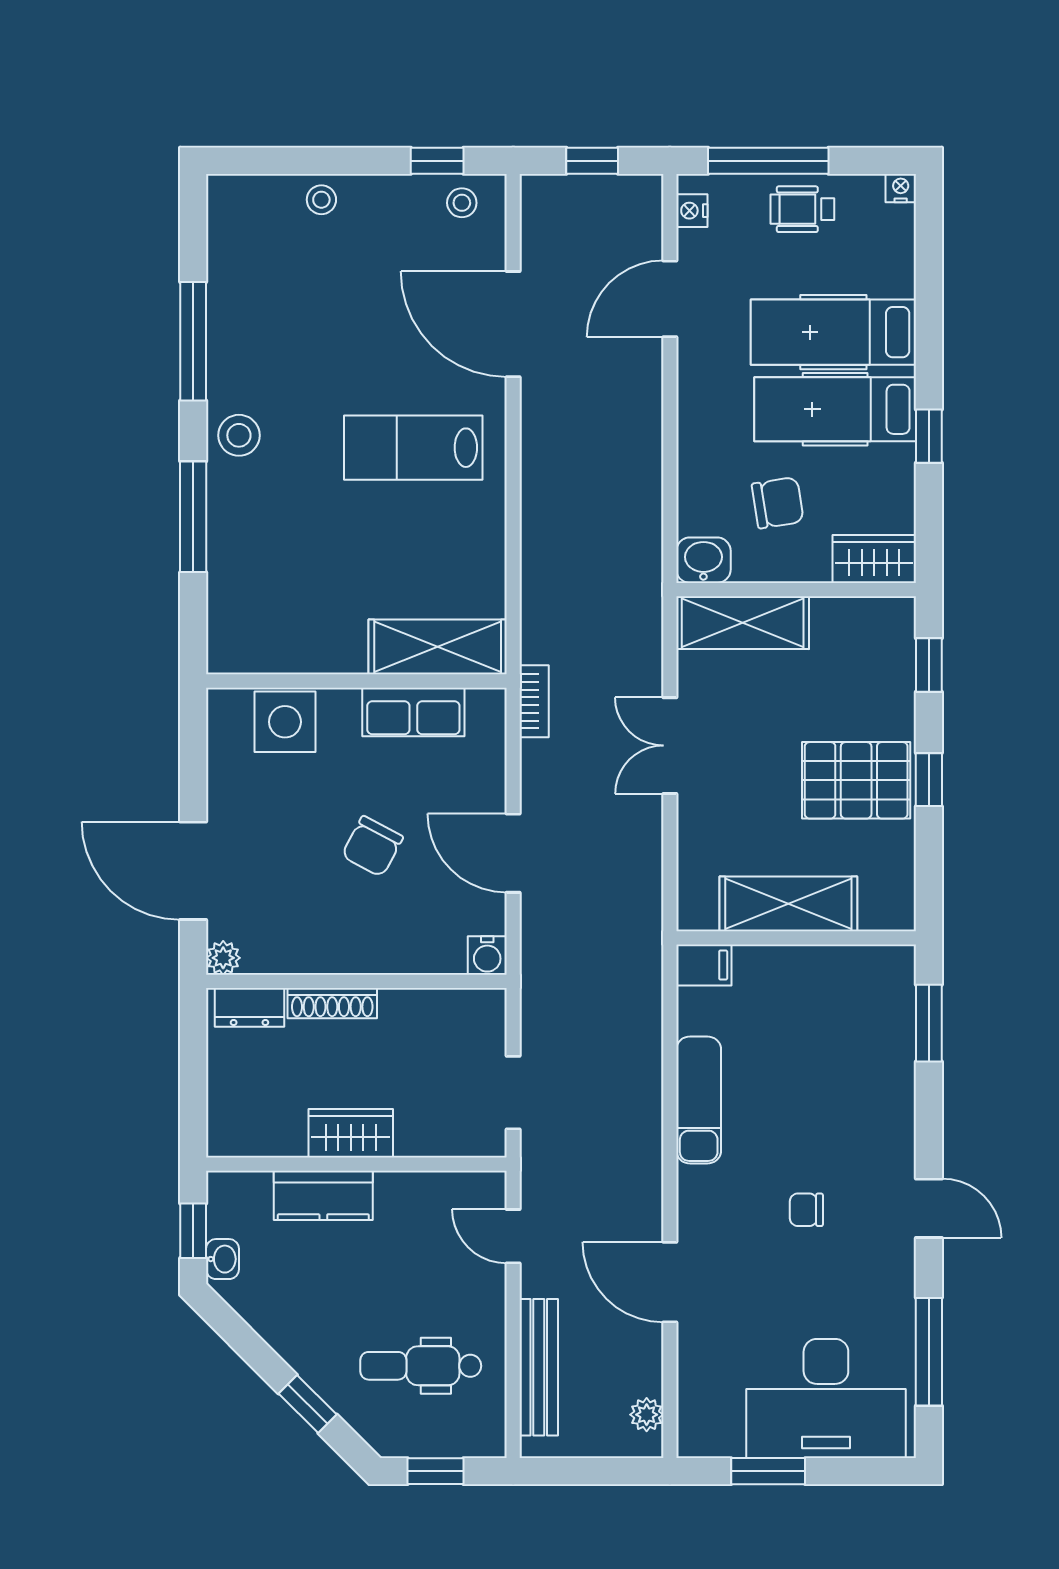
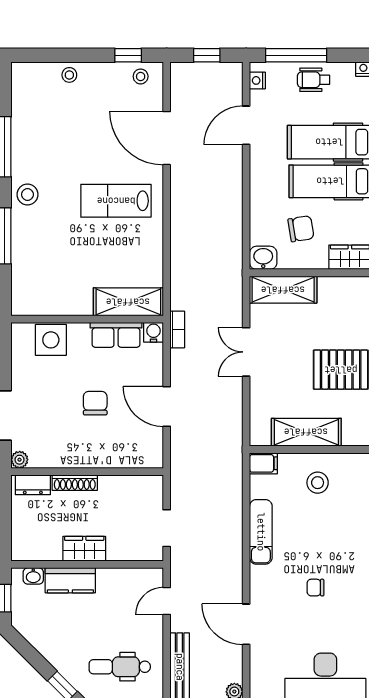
chair: (372, 846) -> (95, 403), turned 152
water cooler: (487, 955) -> (153, 332), moved, turned 180
stool: (811, 1003) -> (318, 483), added
door: (513, 1236) -> (167, 601), hinge flipped
washbasin: (222, 1259) -> (33, 576), moved, turned 90

